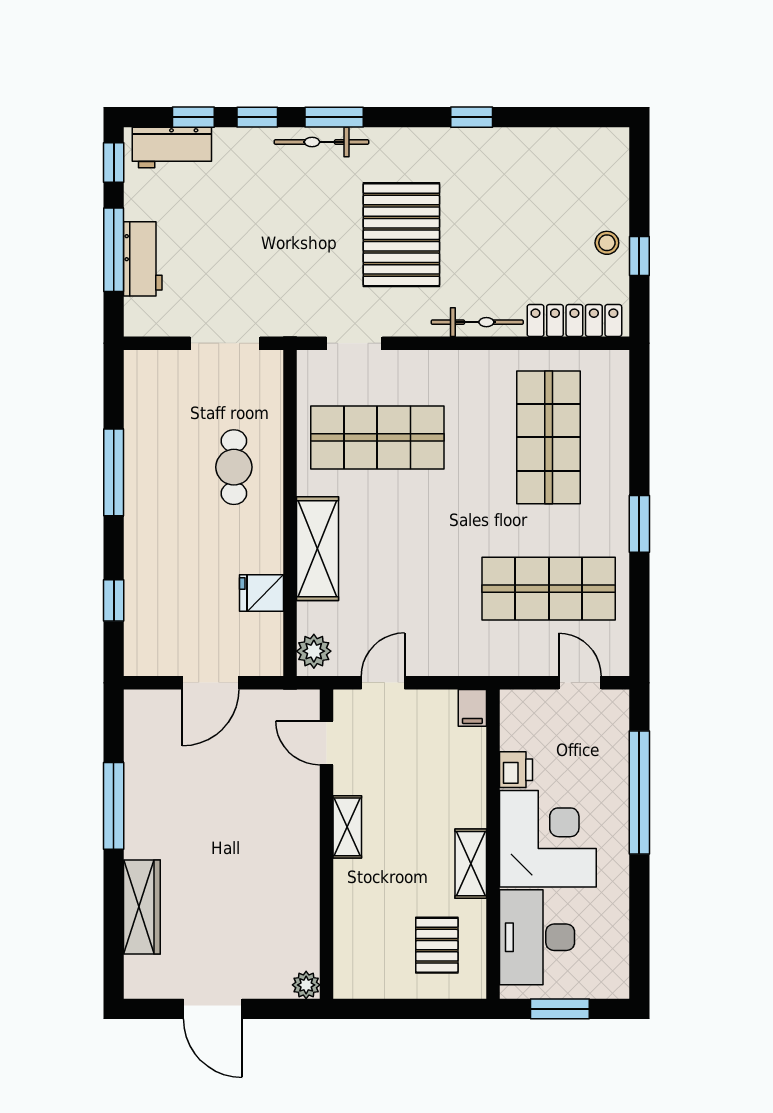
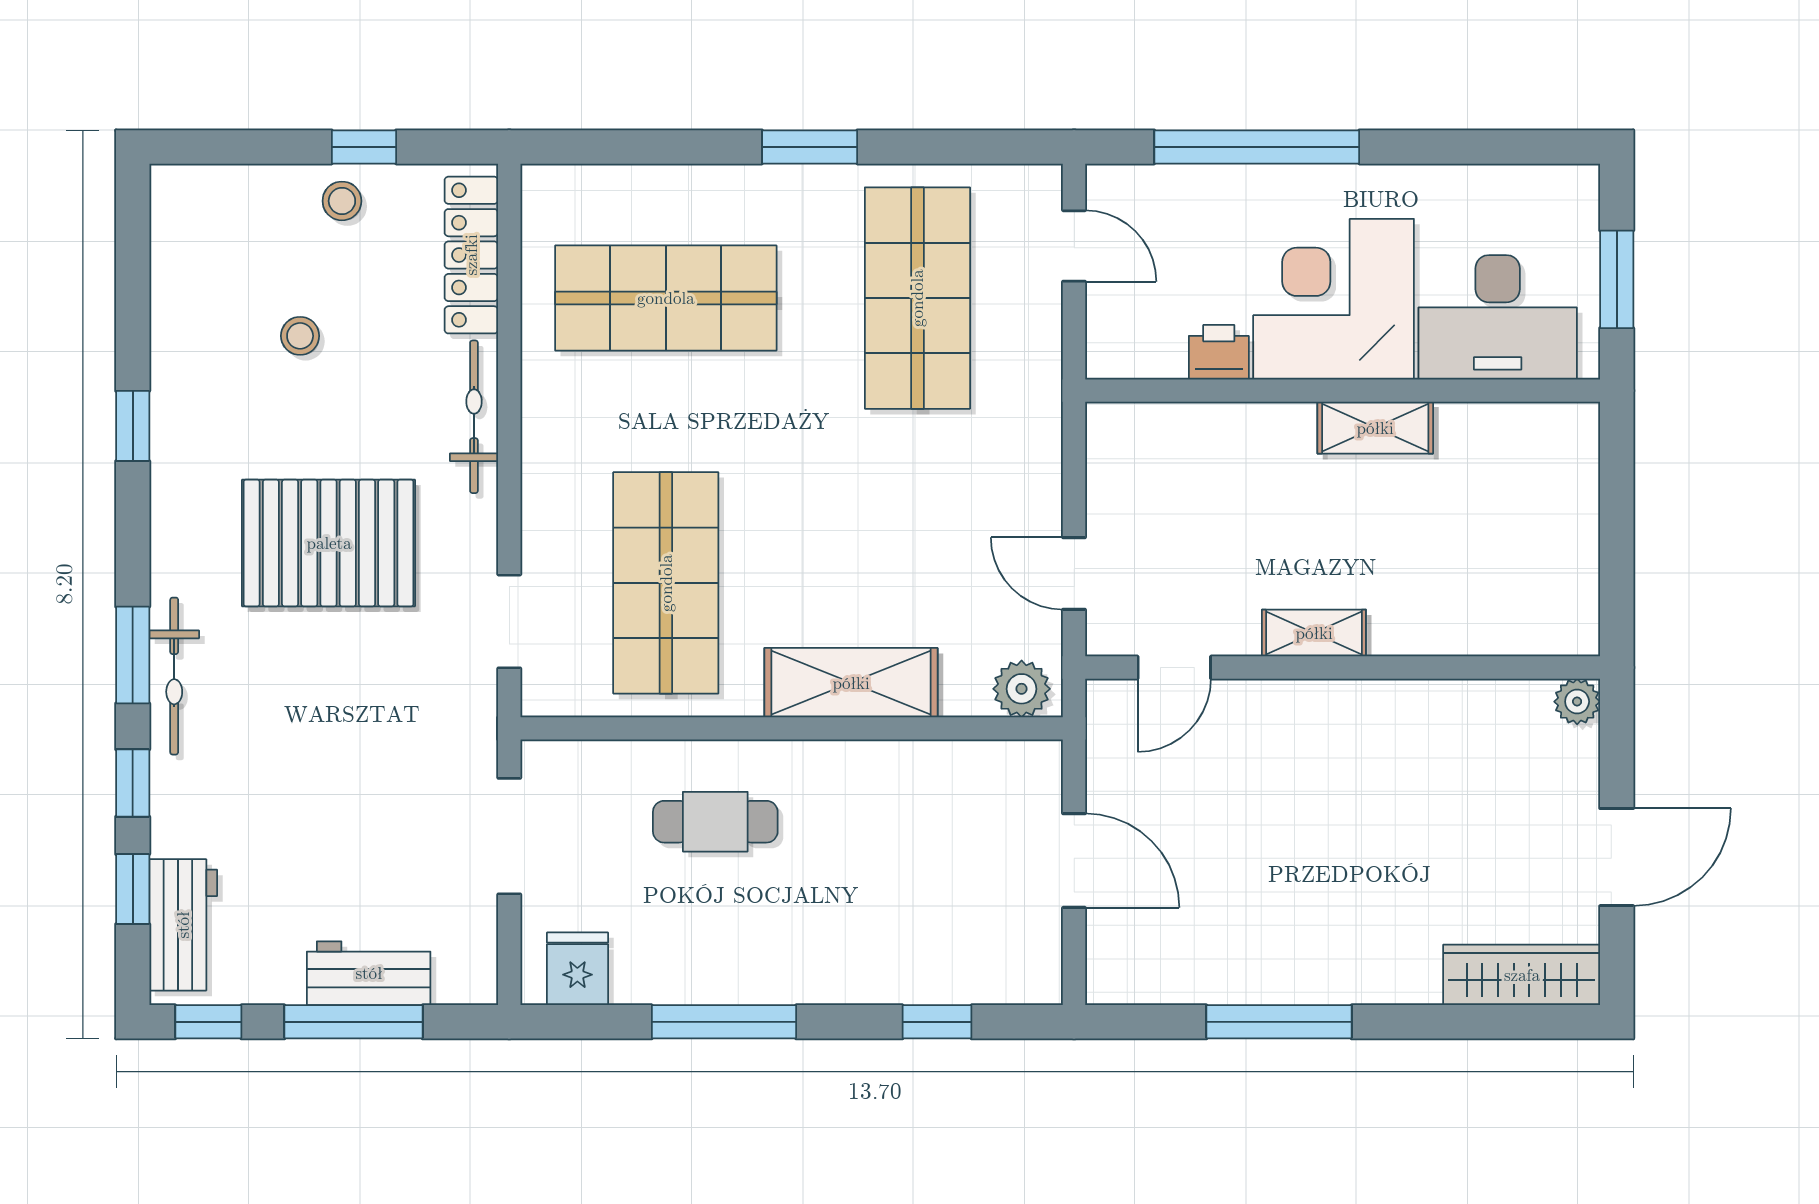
stool: (526, 218) -> (300, 336), added
fridge: (261, 593) -> (577, 969), moved, turned 180
door: (580, 683) -> (1074, 246), swing flipped
filing cabinet: (472, 708) -> (1116, 425), removed
wardrobe: (142, 907) -> (1522, 975), moved
pallet: (437, 945) -> (1511, 484), removed

